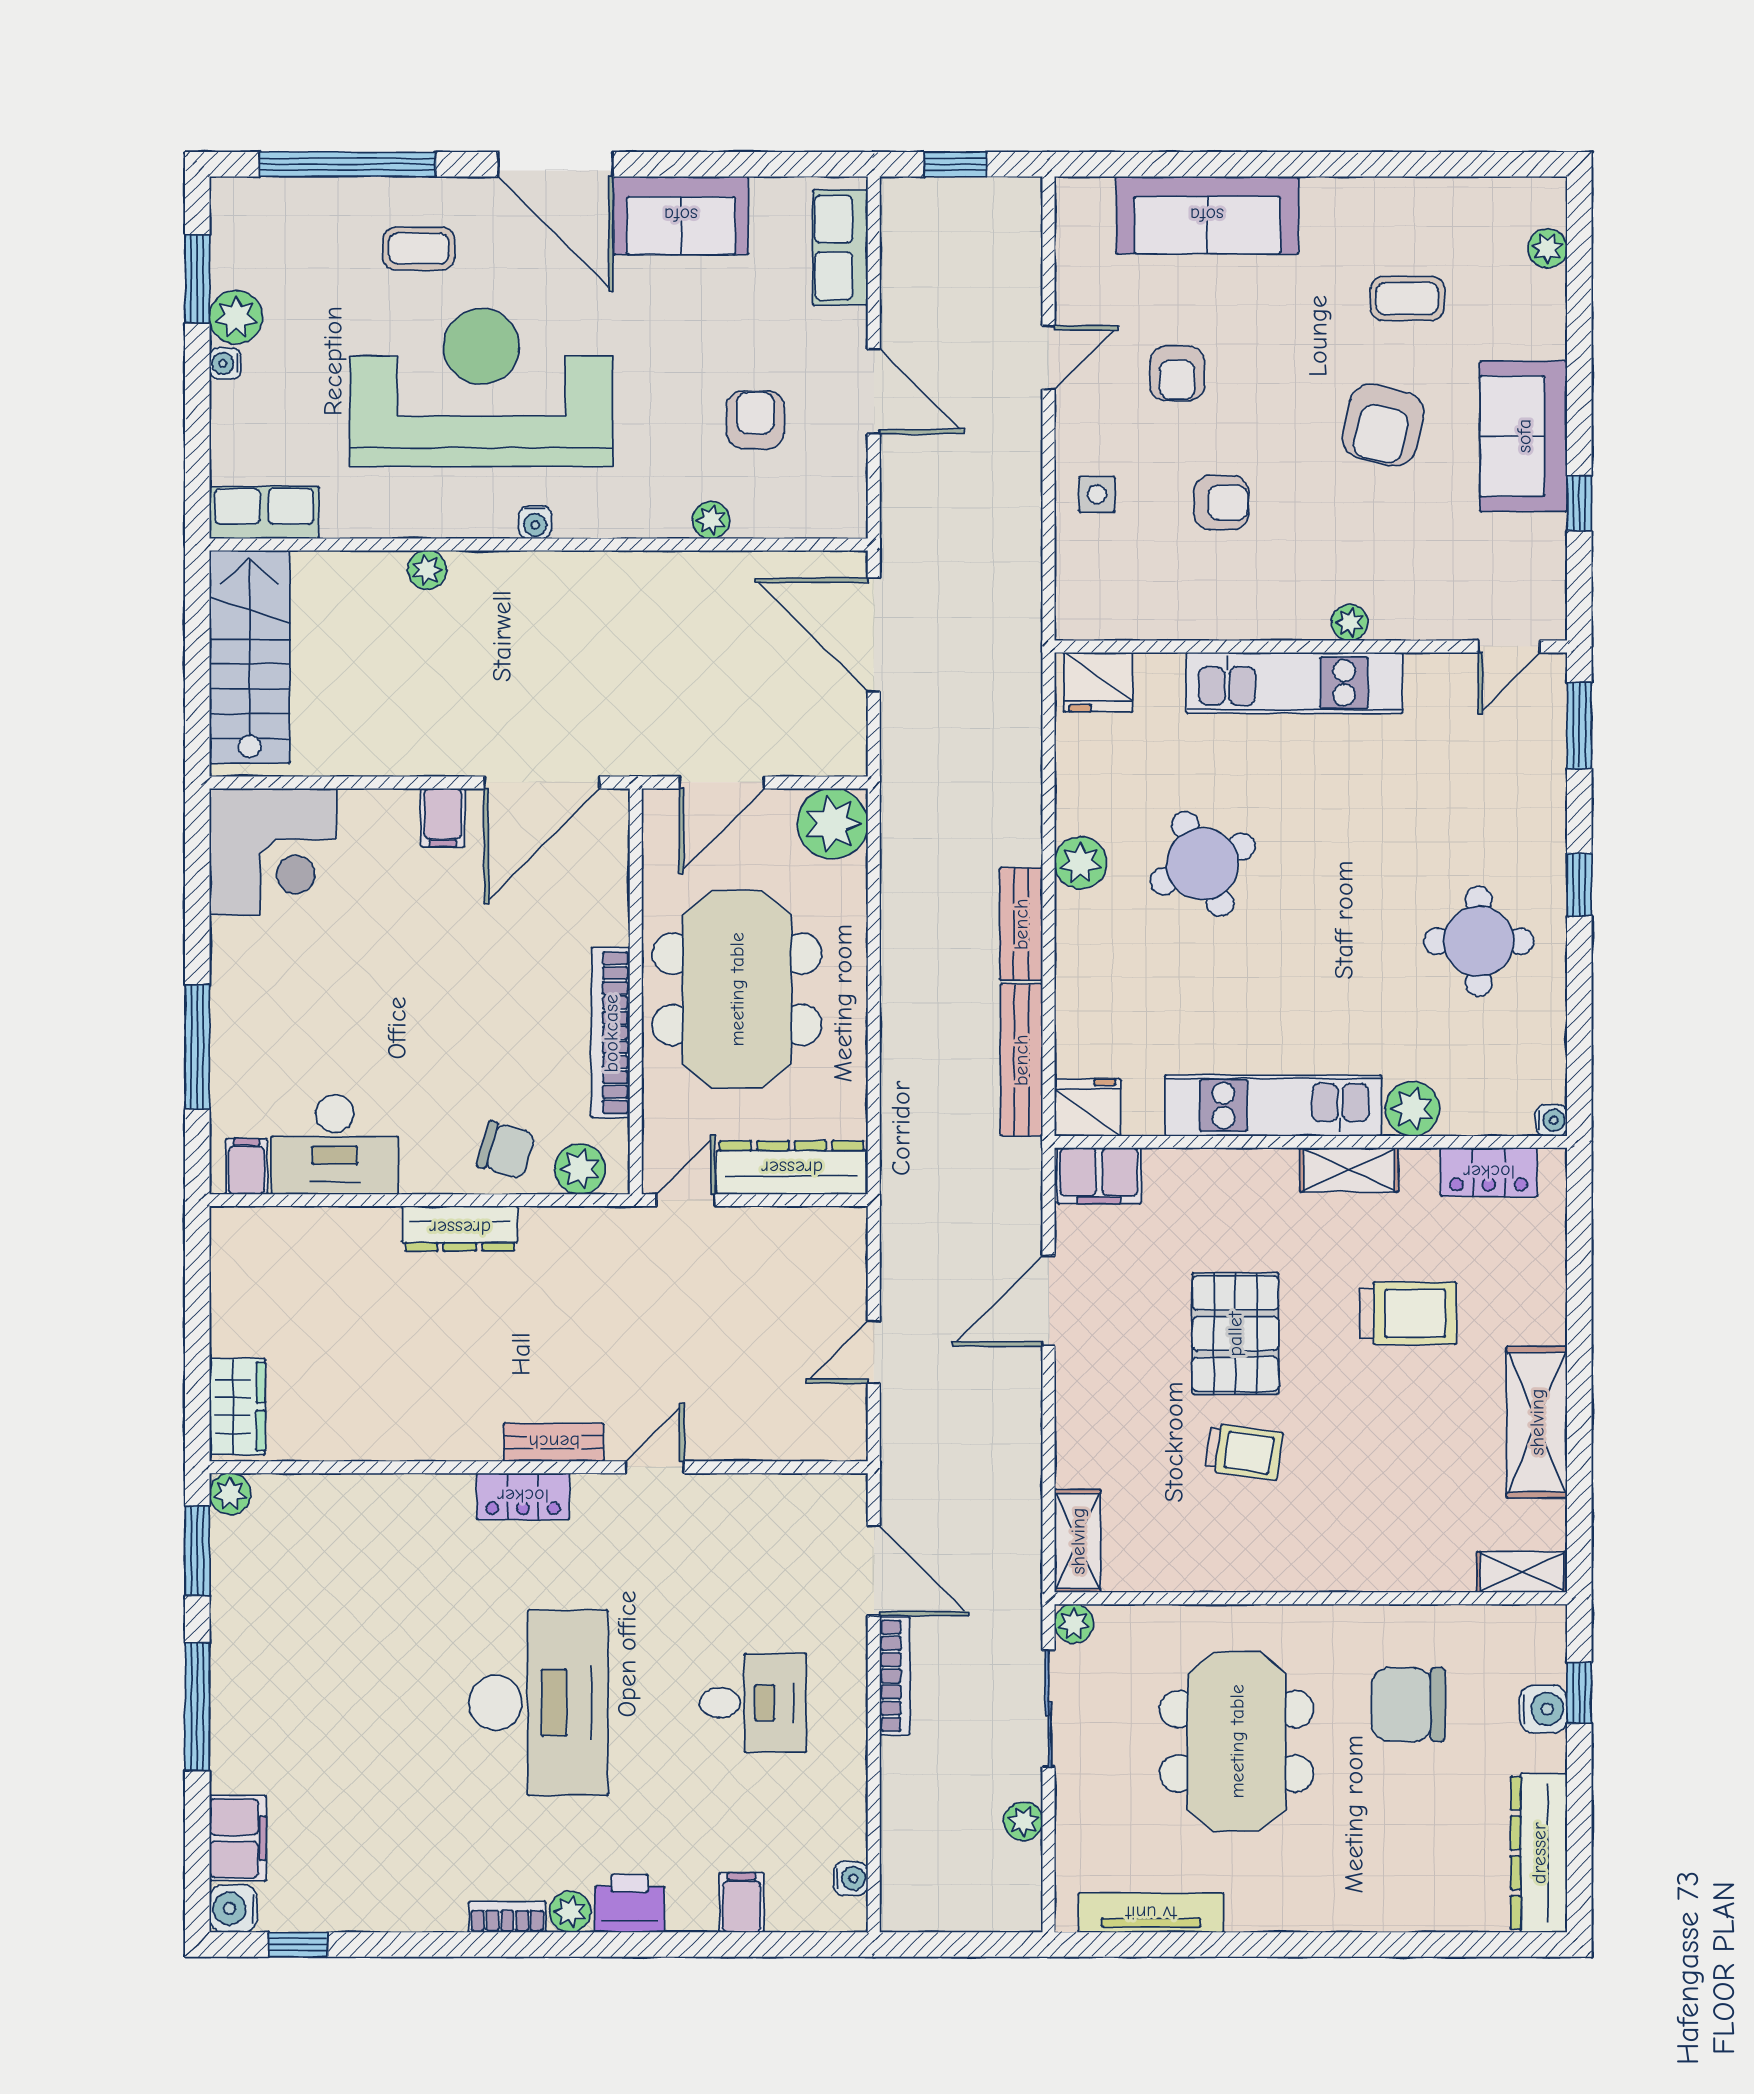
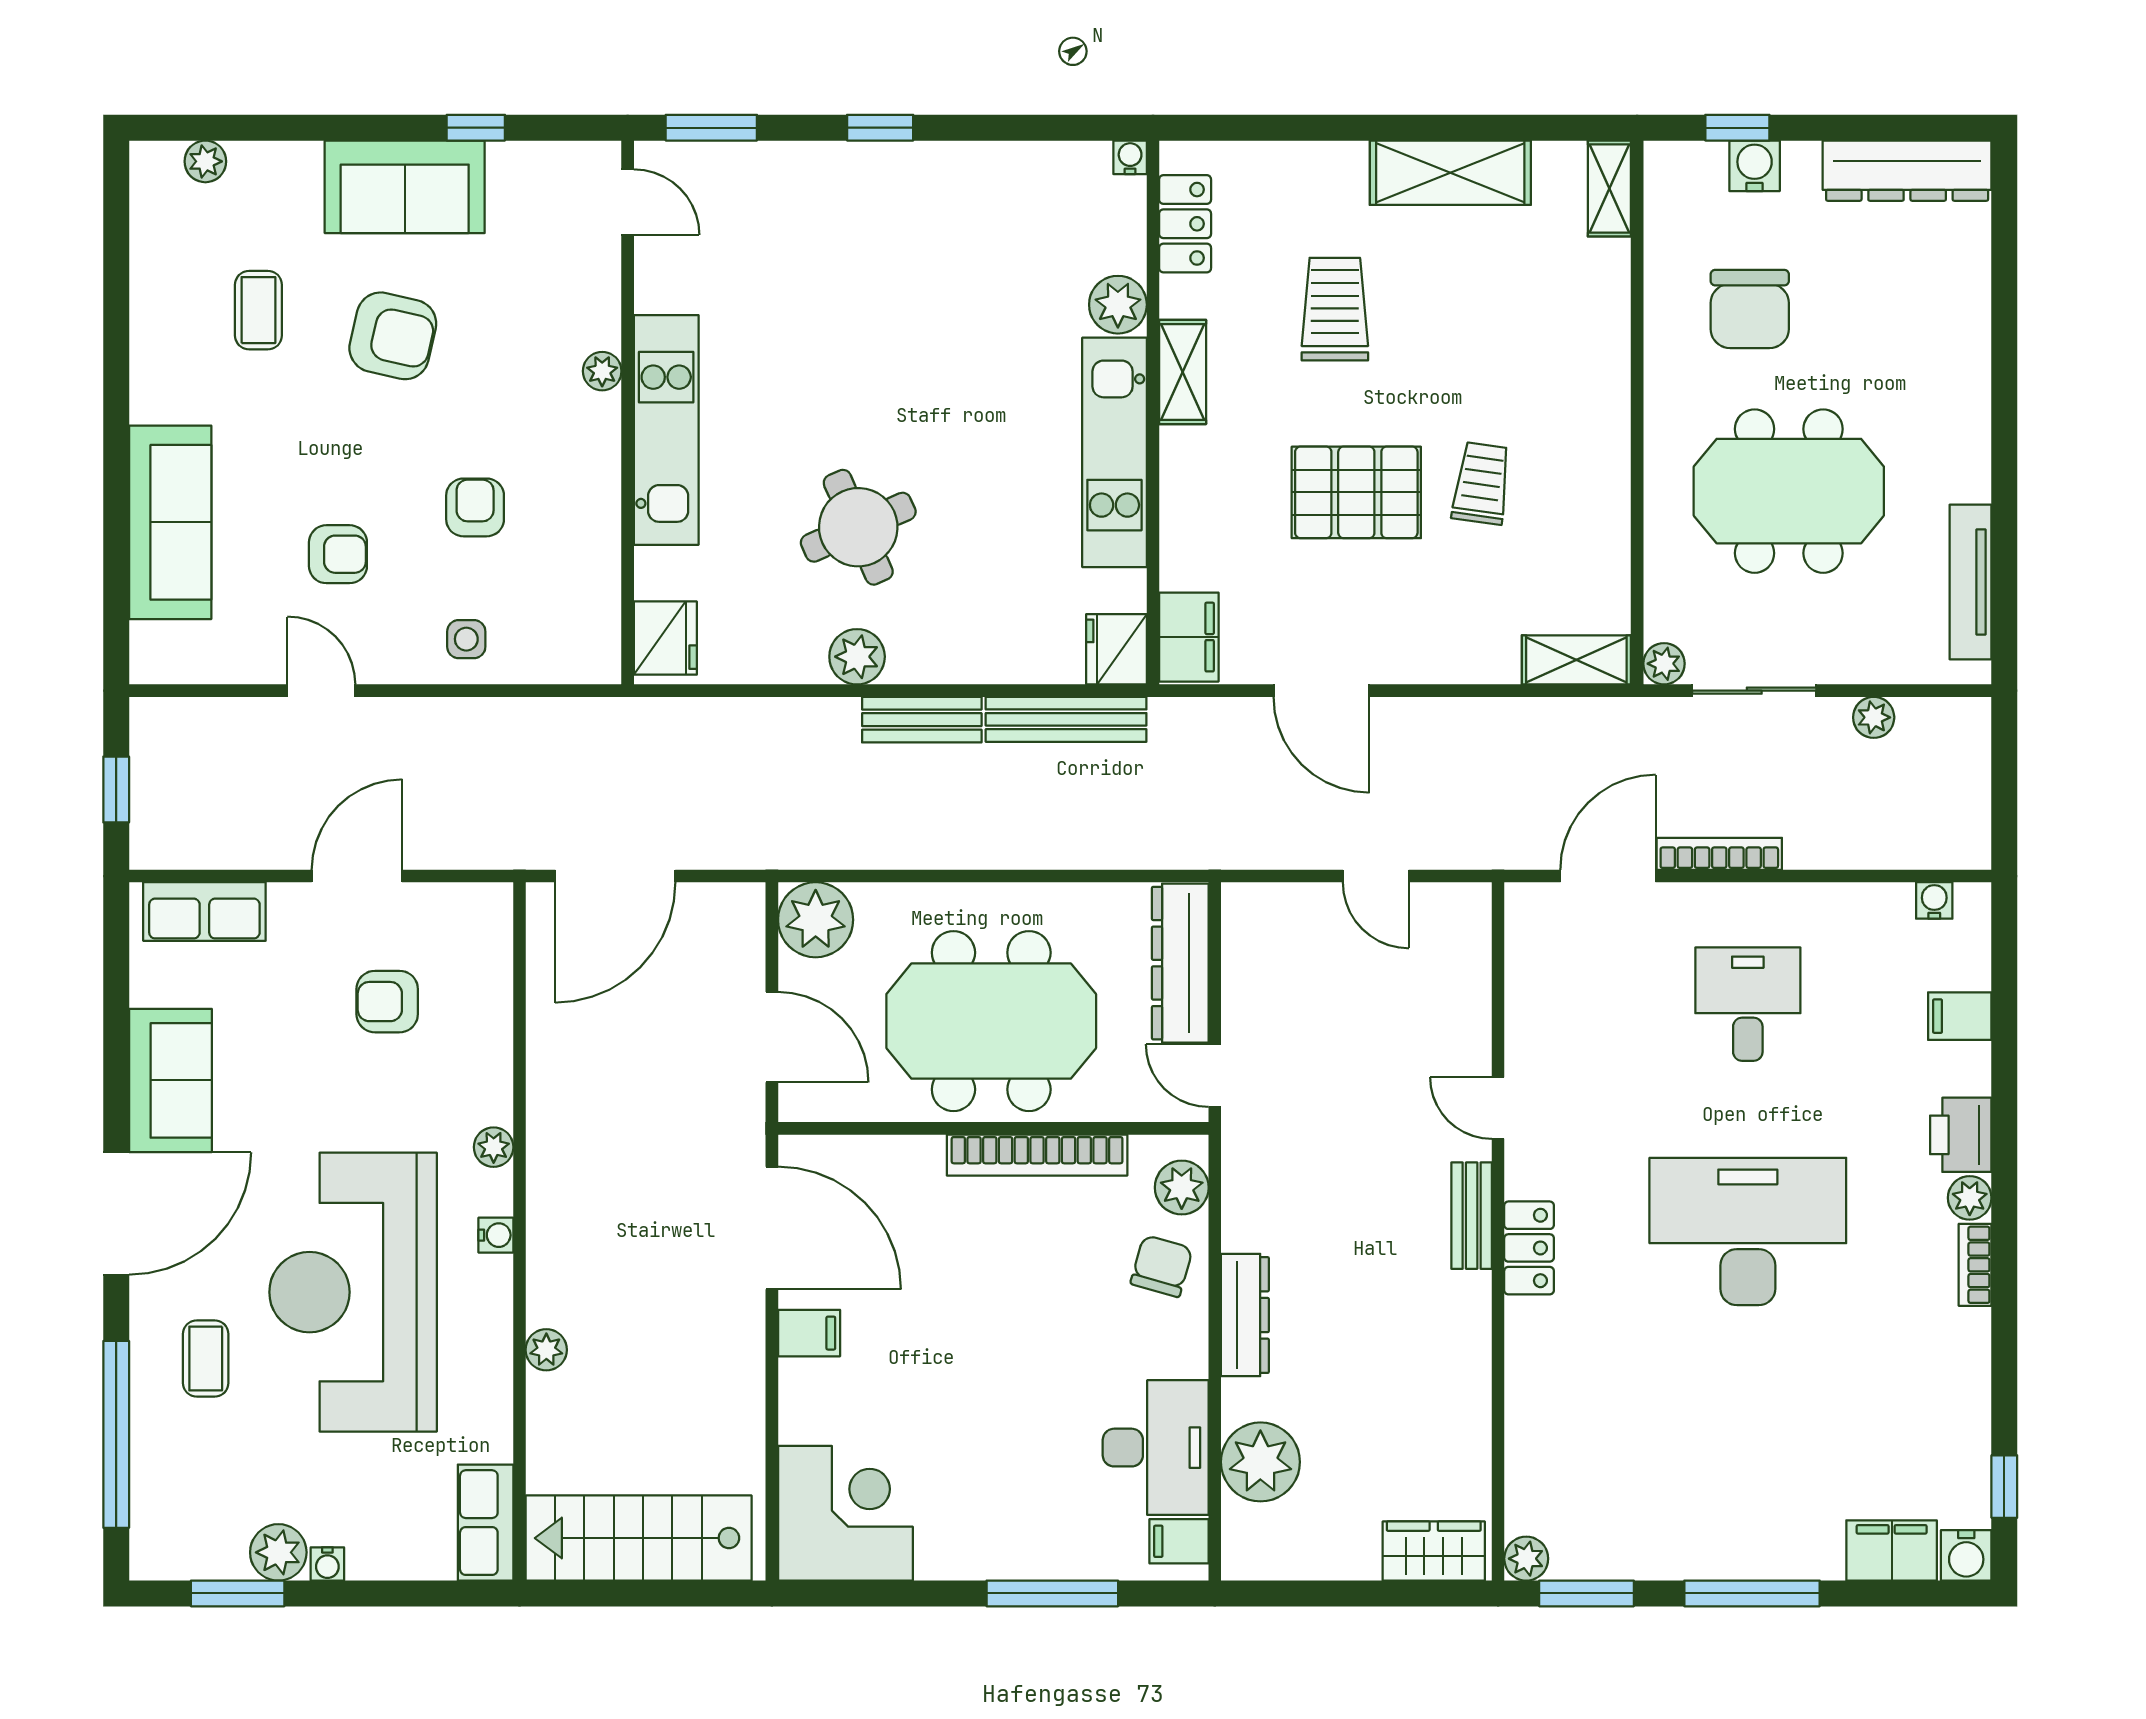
plant: (711, 520) -> (494, 1147), moved
round table: (1479, 941) -> (940, 234), removed
plant: (321, 1243) -> (1260, 1462), added

